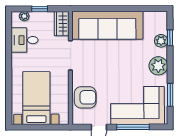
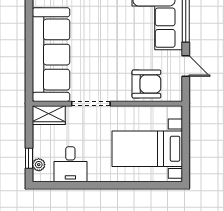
window: (40, 9) -> (29, 158), moved
armchair: (85, 97) -> (146, 84), turned 90

